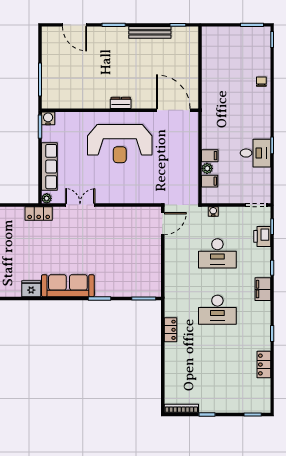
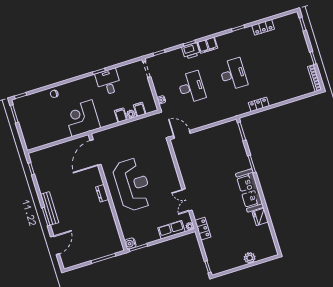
bench: (150, 32) -> (50, 208), moved
corner desk: (221, 107) -> (82, 118), added
row of seats: (49, 167) -> (171, 230), width x0.68
printer: (262, 236) -> (191, 51), moved

